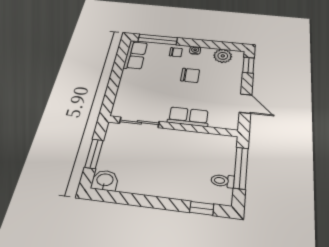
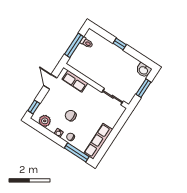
row of seats: (135, 55) -> (98, 141), width x1.48
row of seats: (188, 117) -> (75, 81), moved
window: (202, 208) -> (120, 44), moved

